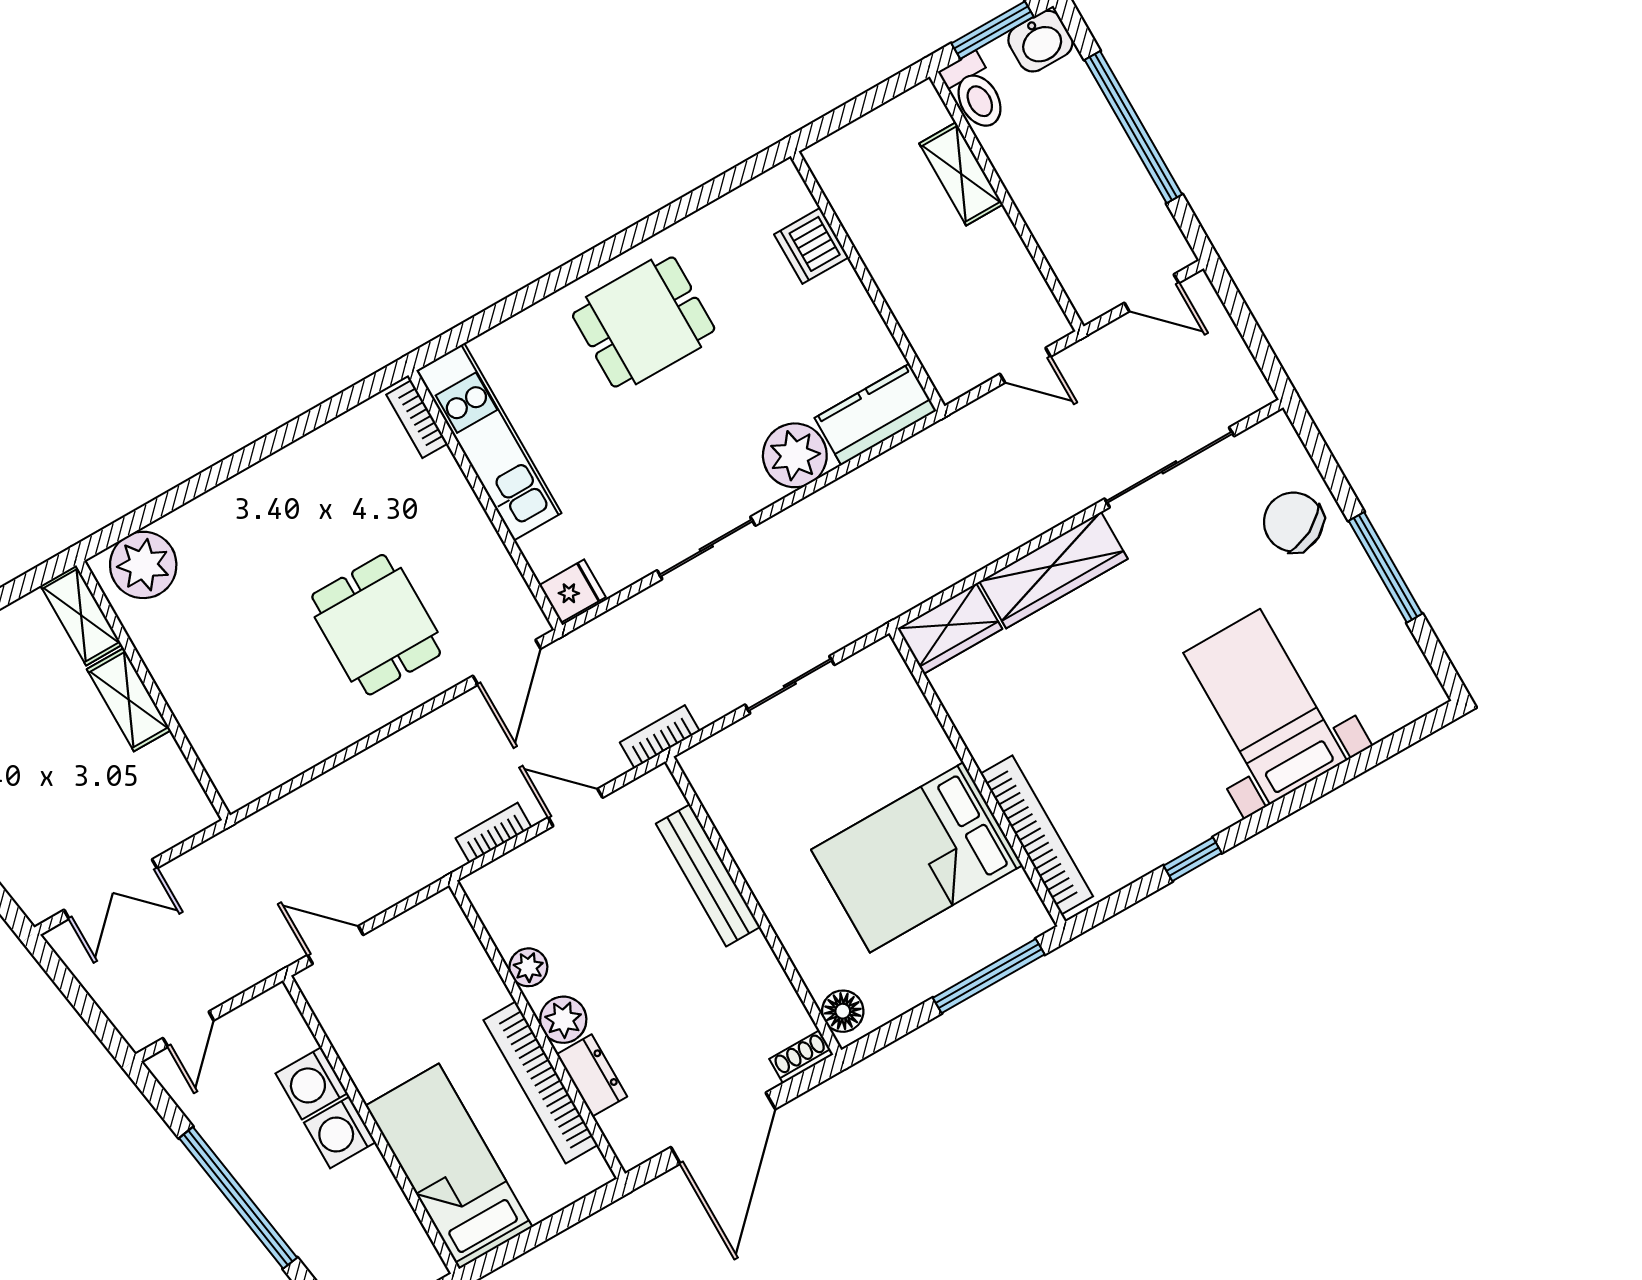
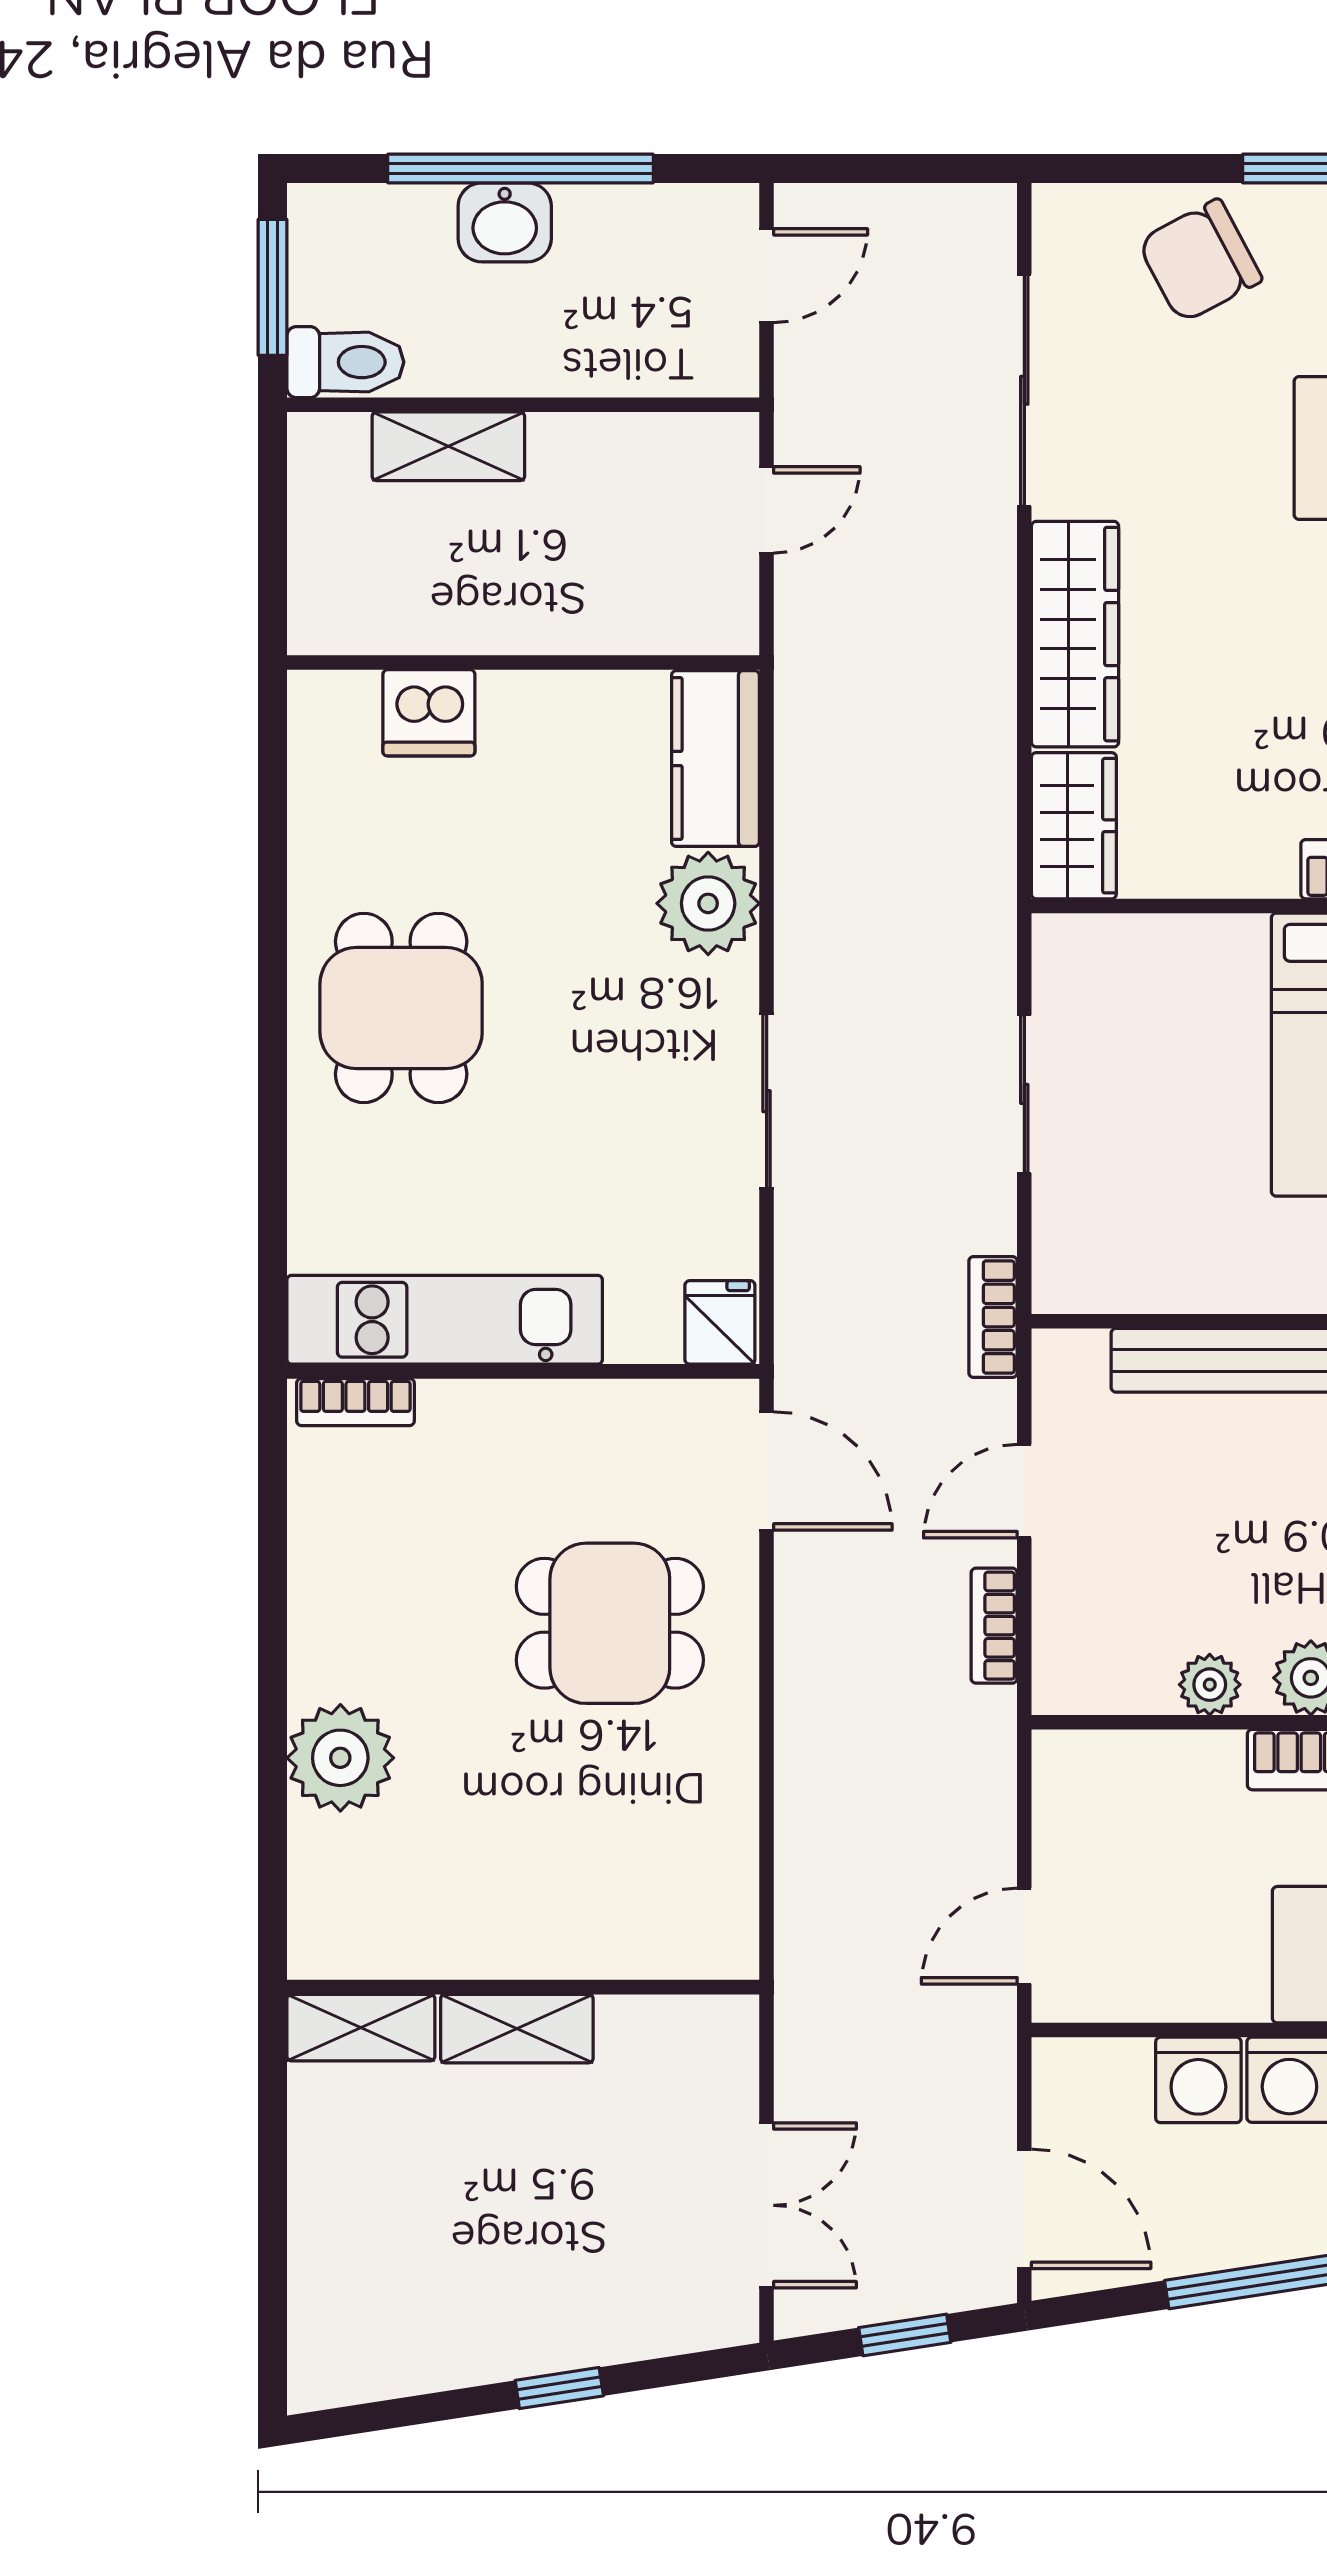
washbasin: (1040, 41) -> (505, 222), moved, turned 90
plant: (143, 565) -> (340, 1758), moved
window: (83, 1004) -> (905, 2335), added
door: (188, 1029) -> (1024, 2209), width x1.38

